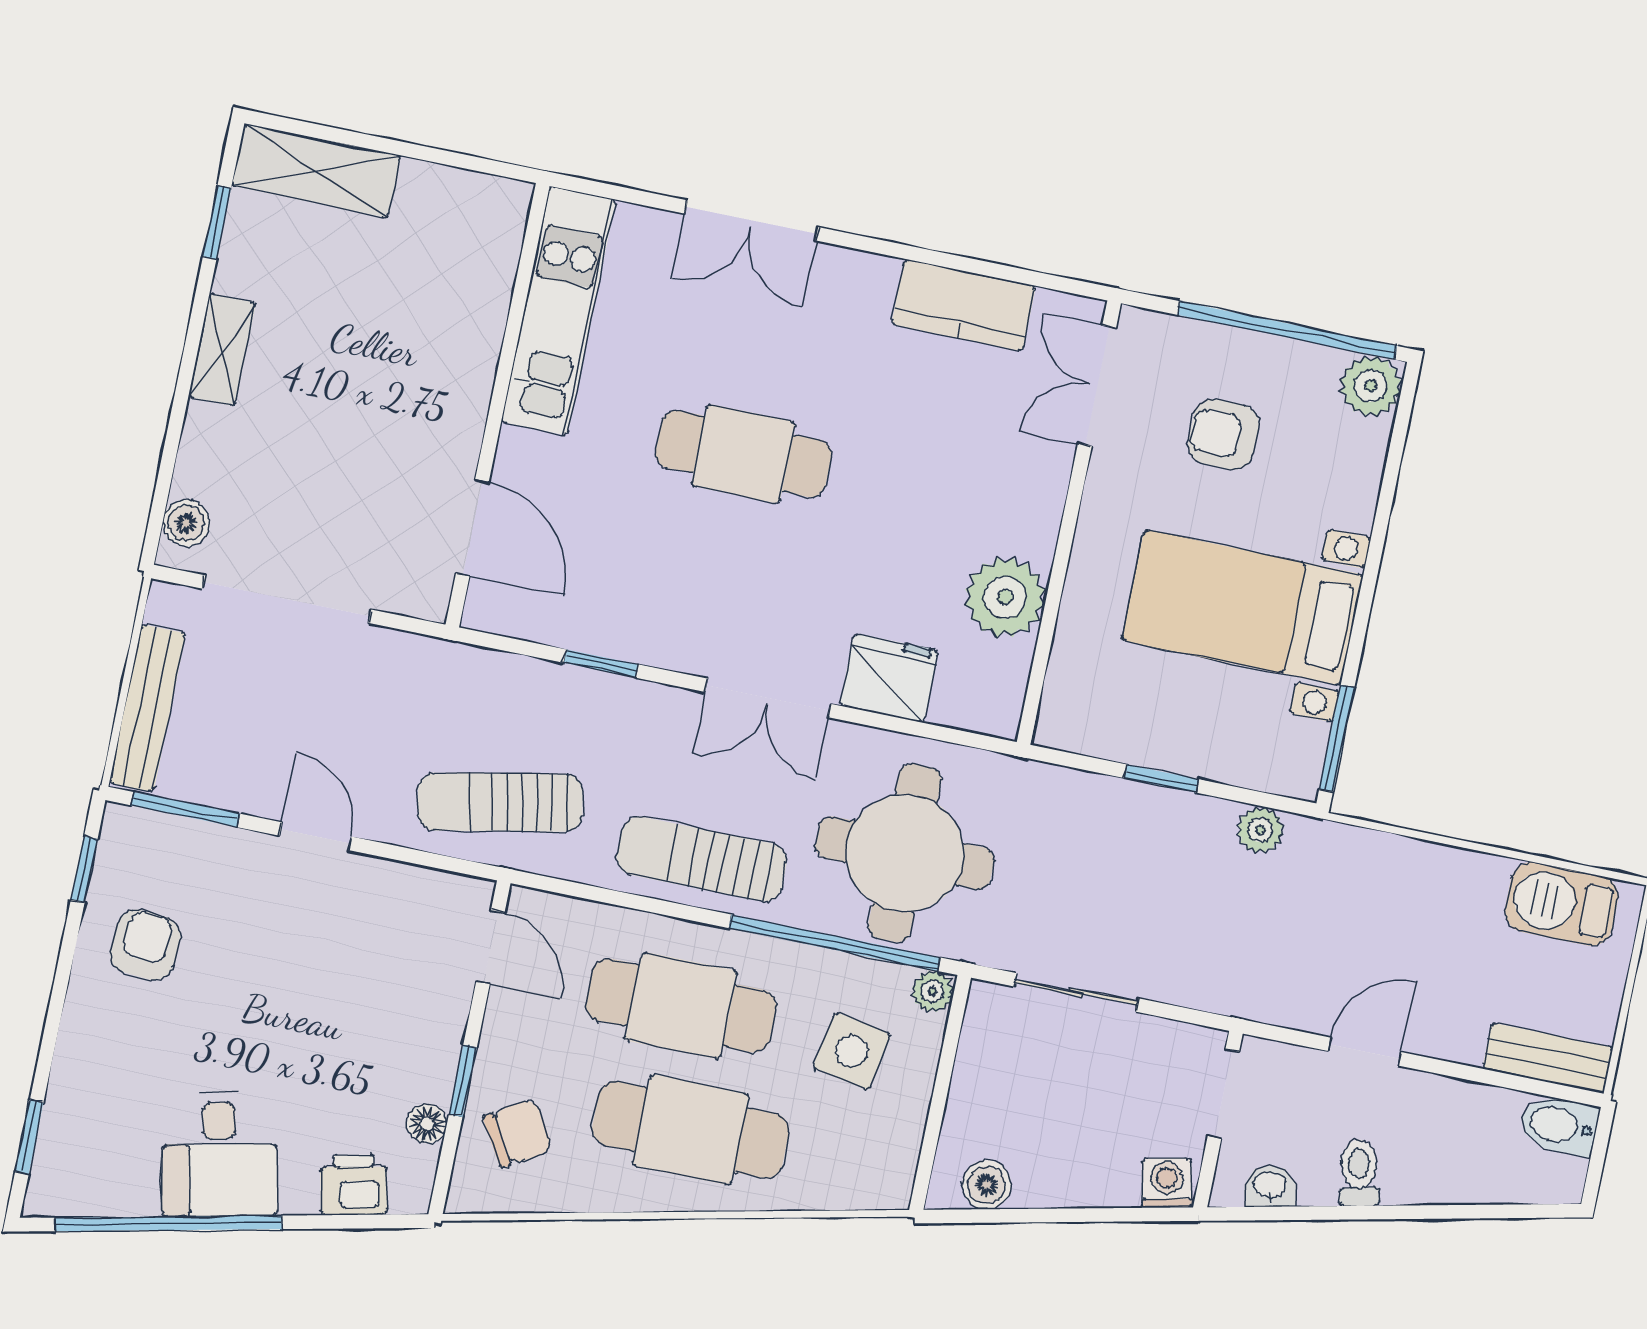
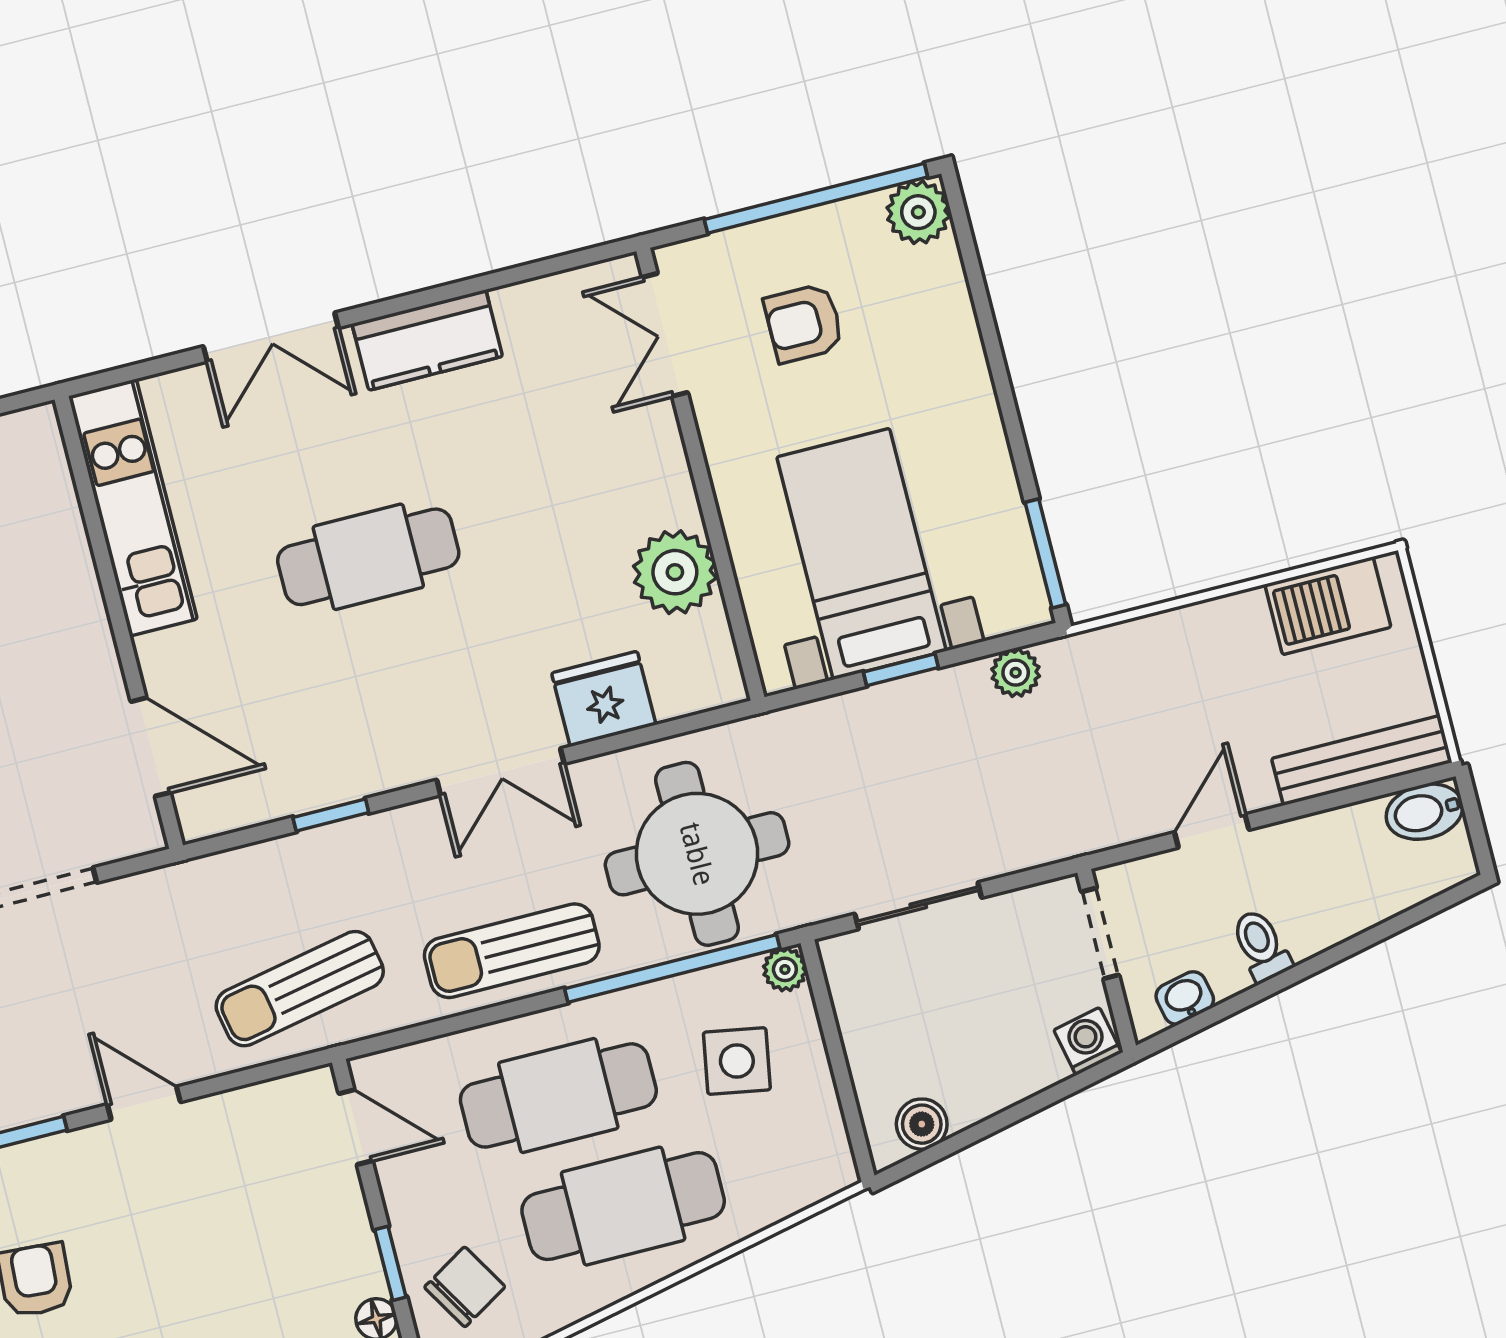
kitchen counter: (964, 305) -> (427, 340), moved
bed with nightstands: (1243, 608) -> (861, 554), moved, turned 90
bench: (1548, 1058) -> (1362, 760), width x1.36

